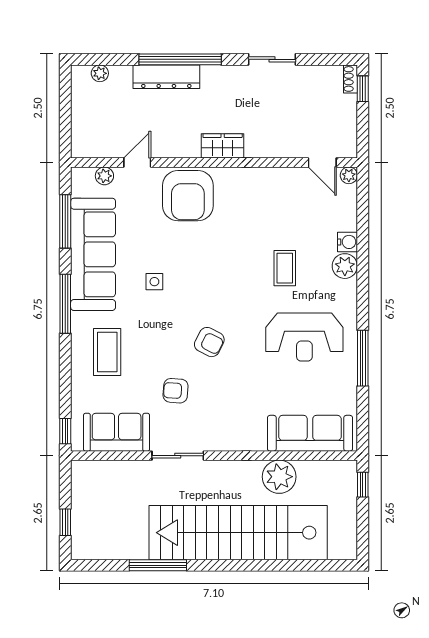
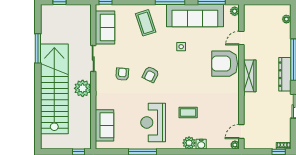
dresser: (166, 77) -> (285, 74), moved
wardrobe: (223, 146) -> (250, 76), width x1.50
door: (137, 163) -> (241, 38), swing flipped
plant: (104, 176) -> (235, 11), moved
coffee table: (107, 352) -> (146, 23), turned 72
armchair: (176, 391) -> (122, 74), moved
sofa: (310, 433) -> (105, 125), width x0.73
plant: (279, 477) -> (83, 88), moved

